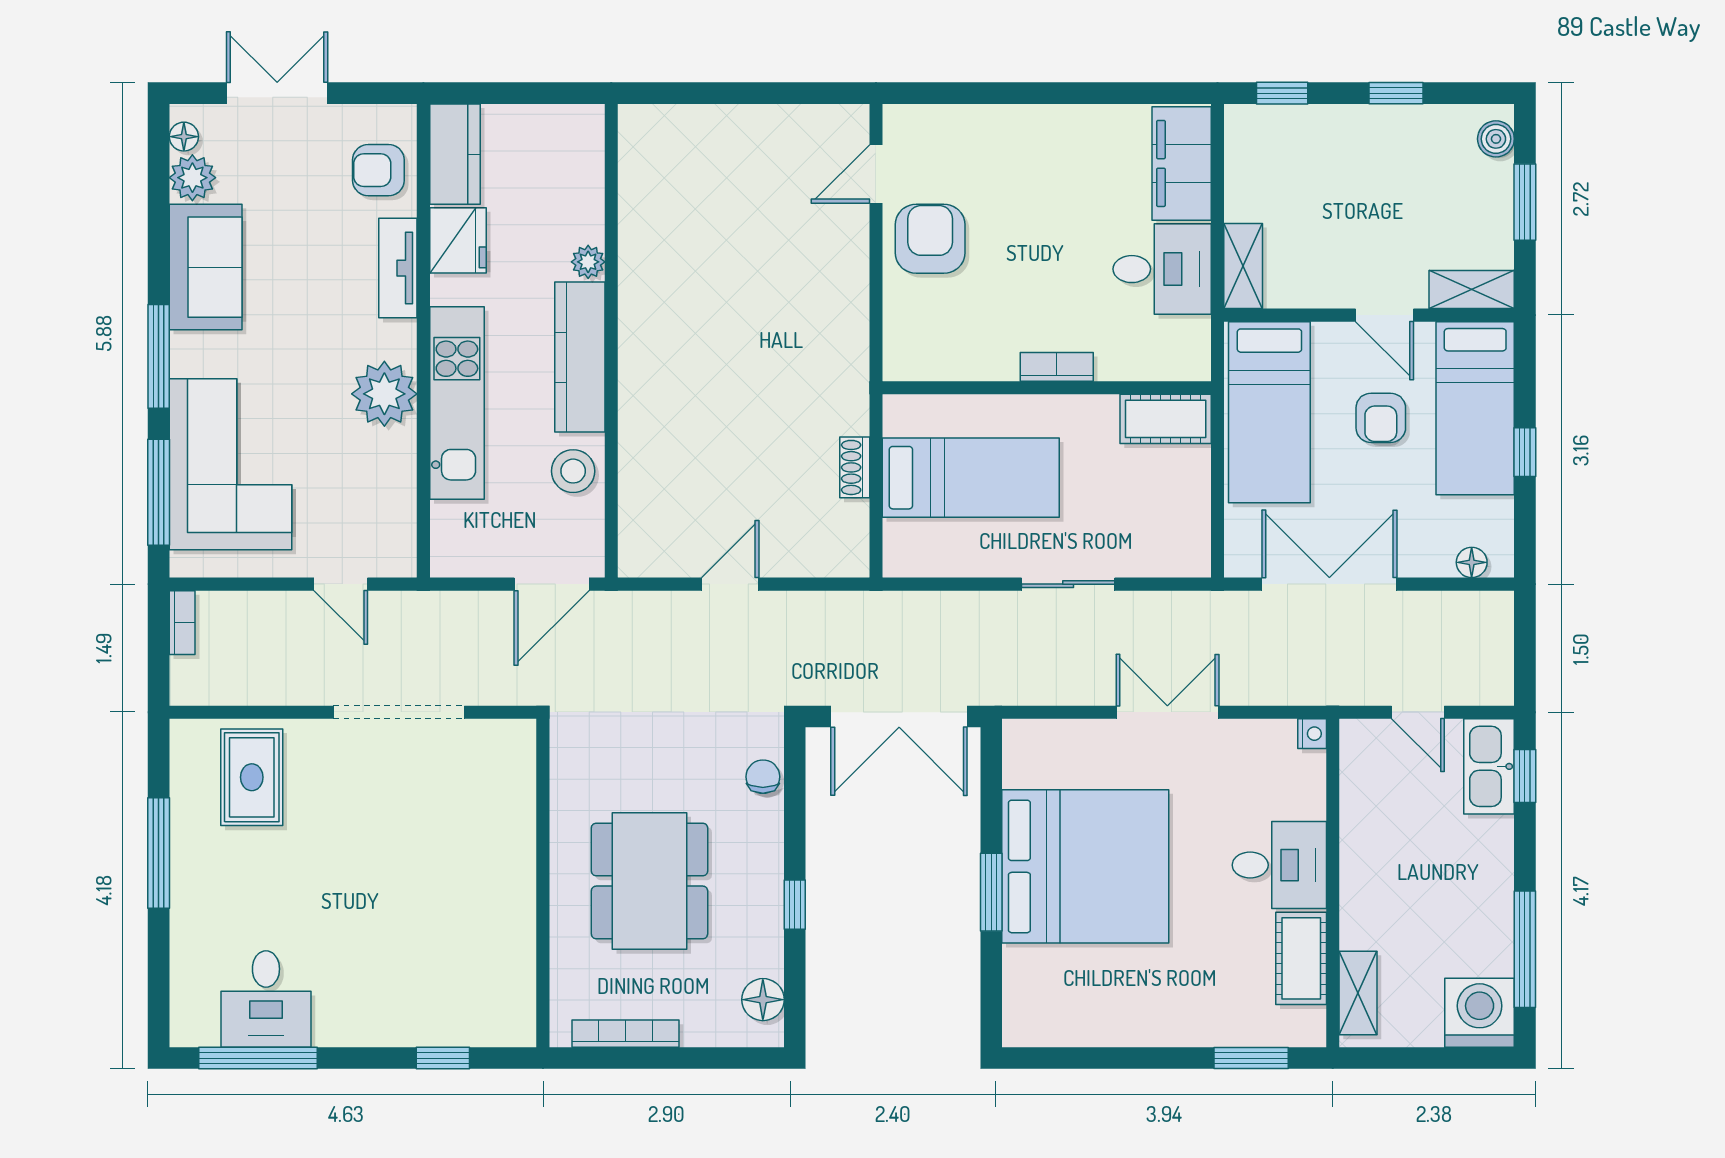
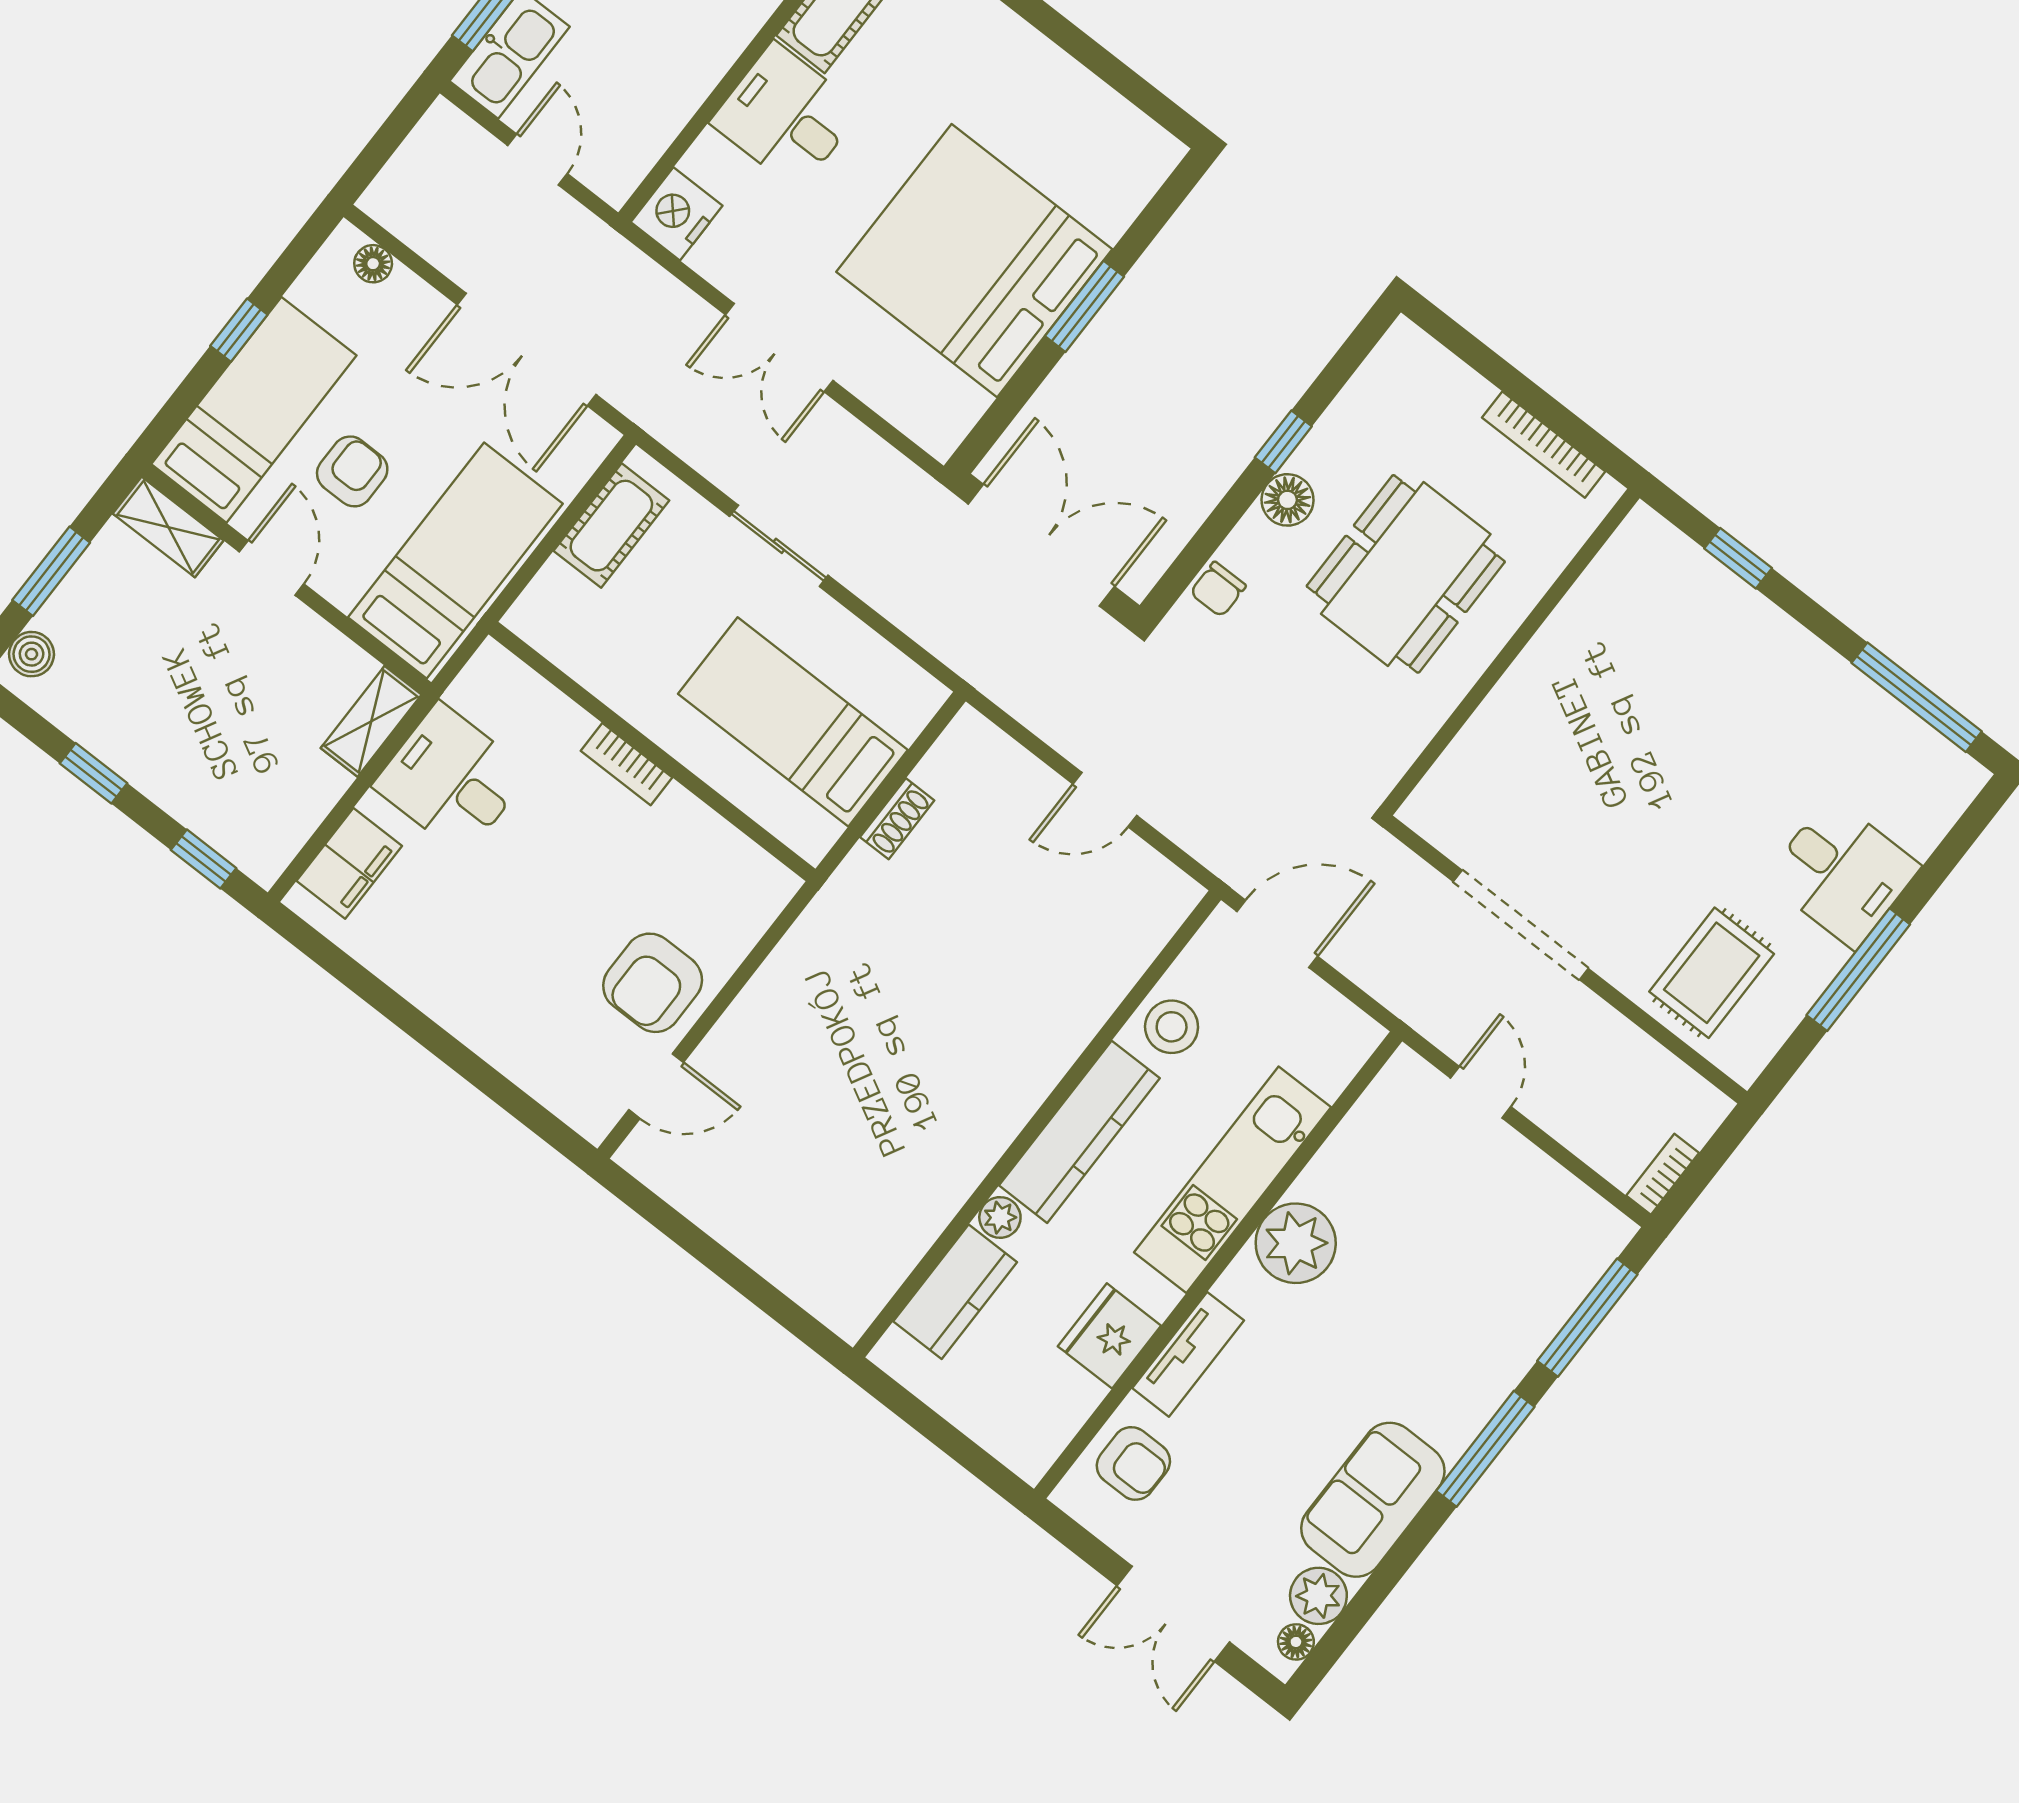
kitchen counter: (455, 154) -> (955, 1292), moved, turned 180
filing cabinet: (1182, 163) -> (349, 863), width x0.67, depth x0.86
cot: (1166, 419) -> (611, 526), moved, turned 90
corner sofa: (230, 464) -> (1497, 1291), removed
nightstand: (1312, 734) -> (677, 214), width x1.89, depth x1.79
desk: (266, 999) -> (1842, 873), moved, turned 90
floor lamp: (763, 1000) -> (1287, 500), moved

